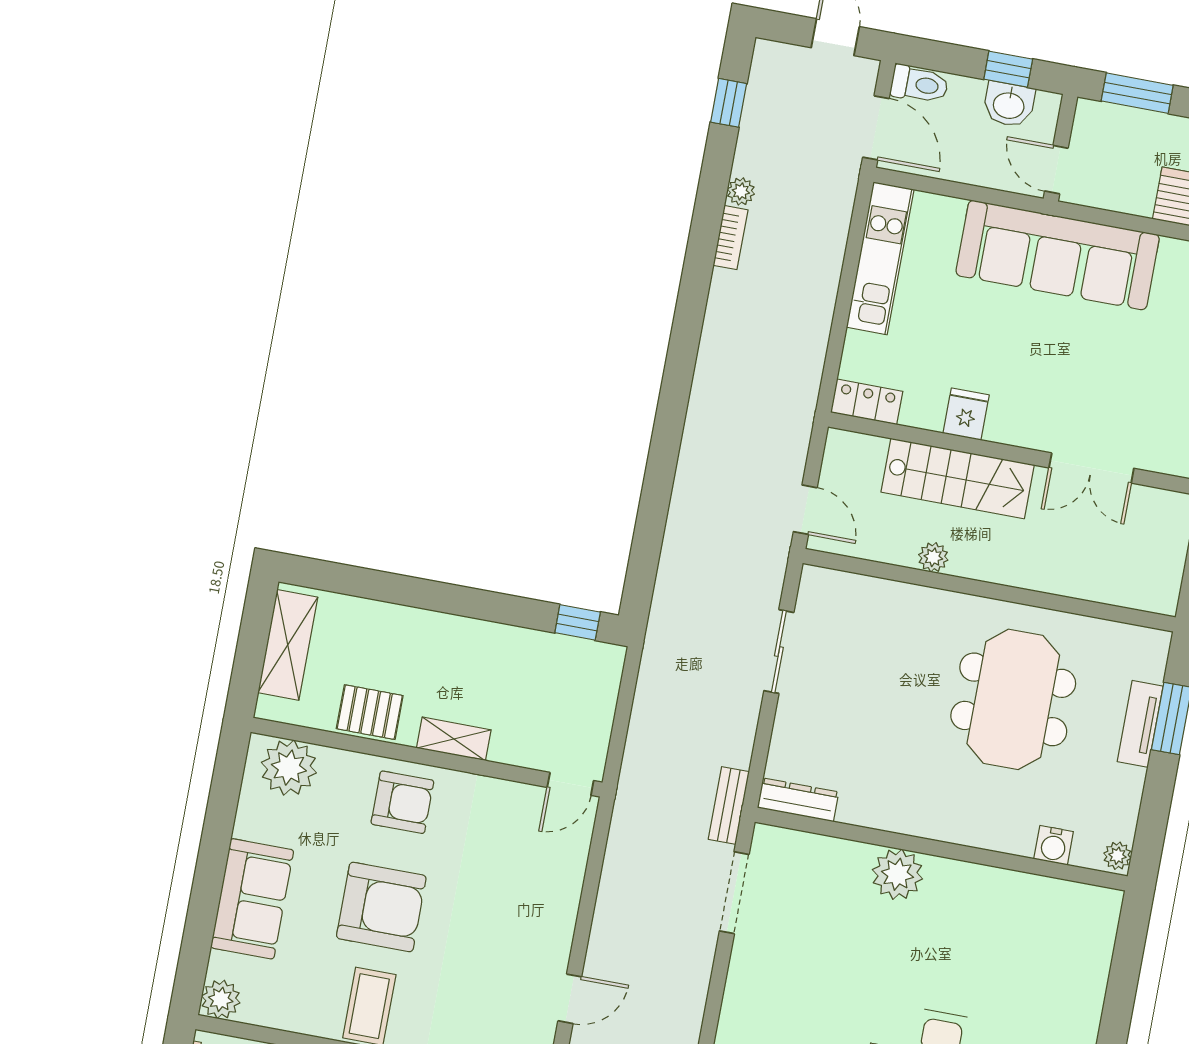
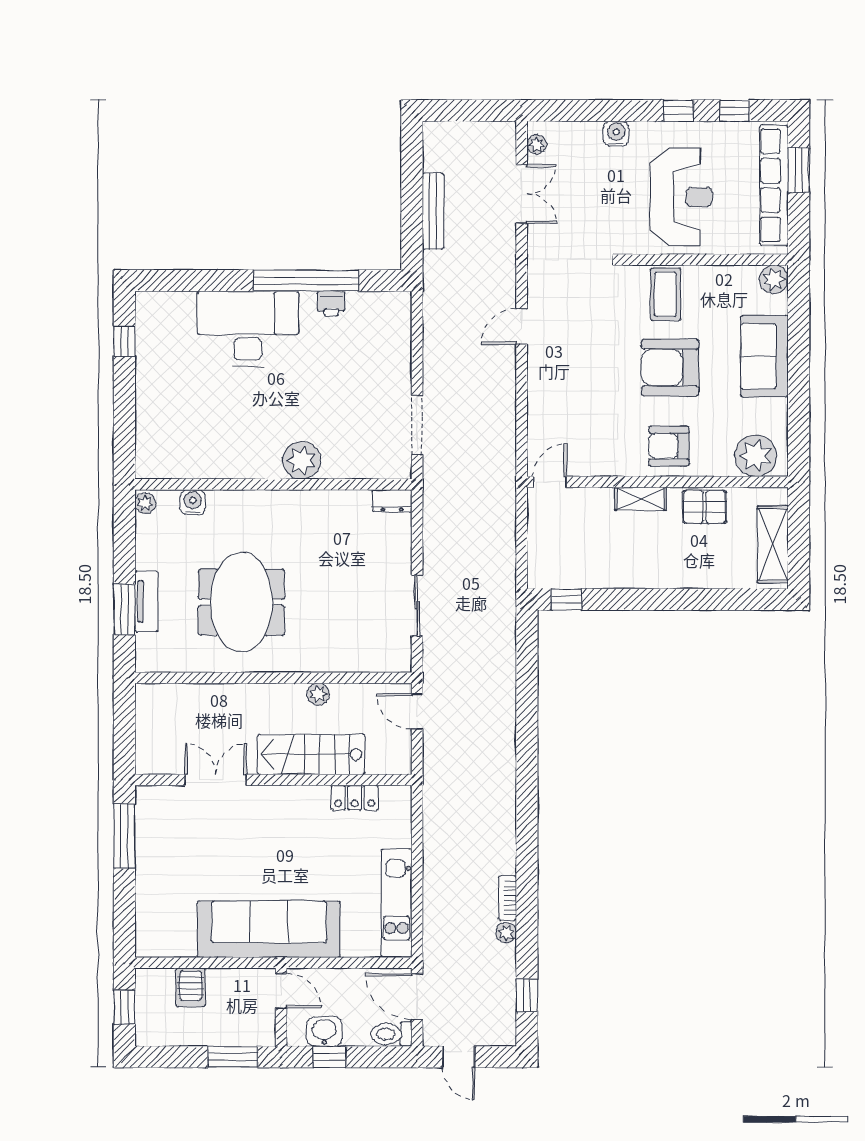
locker: (867, 402) -> (355, 798), moved
fridge: (966, 414) -> (314, 802), removed
dresser: (798, 800) -> (392, 501), width x0.70
bench: (729, 805) -> (433, 487), removed

